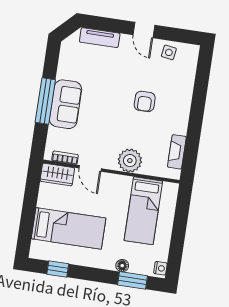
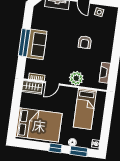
door: (90, 168) -> (52, 83), hinge flipped
bed: (69, 228) -> (39, 125), width x1.50
window: (58, 269) -> (55, 148), moved

